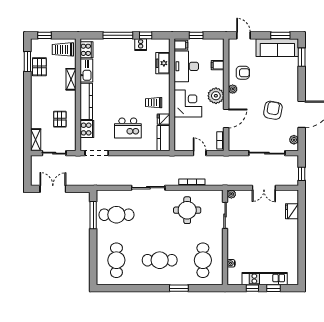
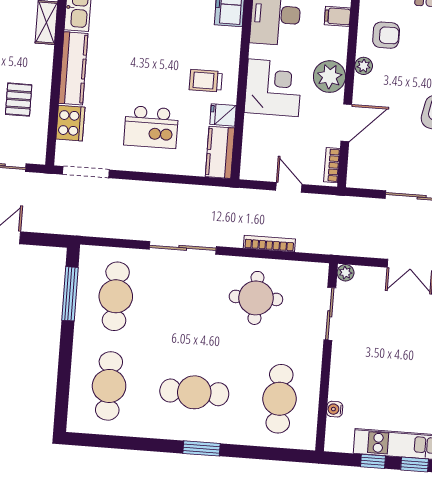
cafe table: (116, 215) -> (116, 296), turned 90
window: (179, 288) -> (202, 448), moved

